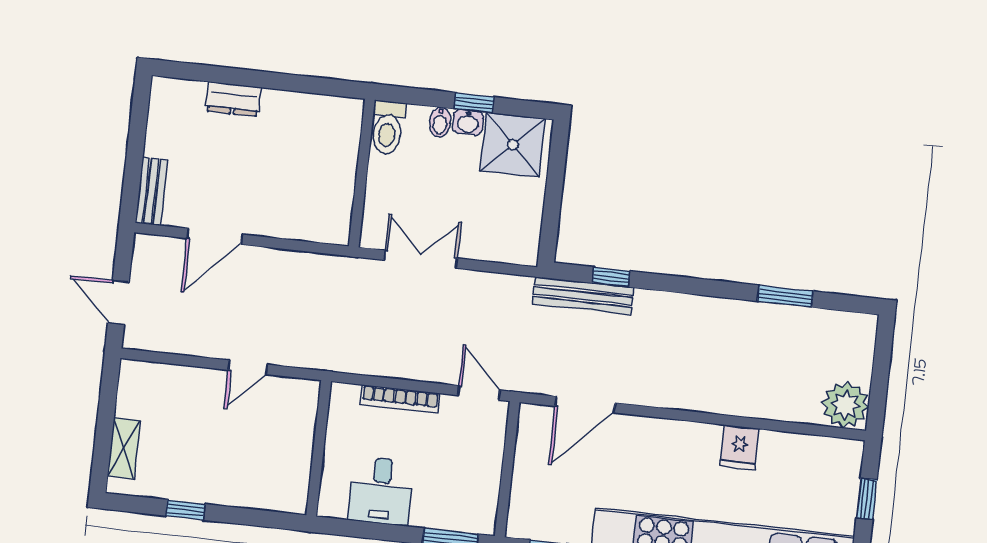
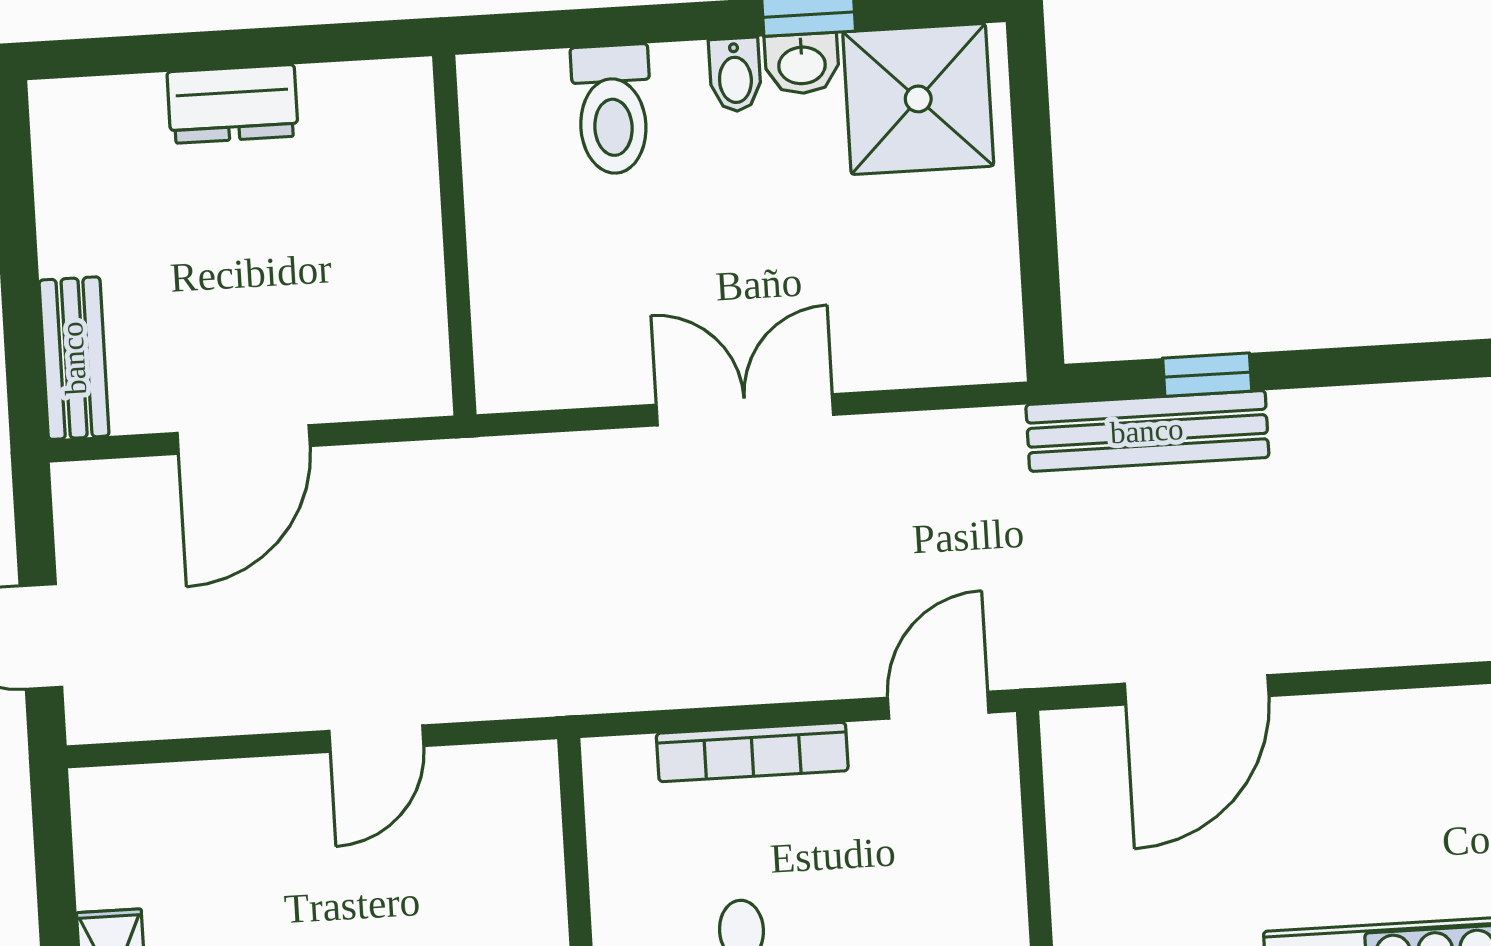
wall: (362, 173) -> (454, 235), moved
door: (479, 393) -> (938, 705), hinge flipped

